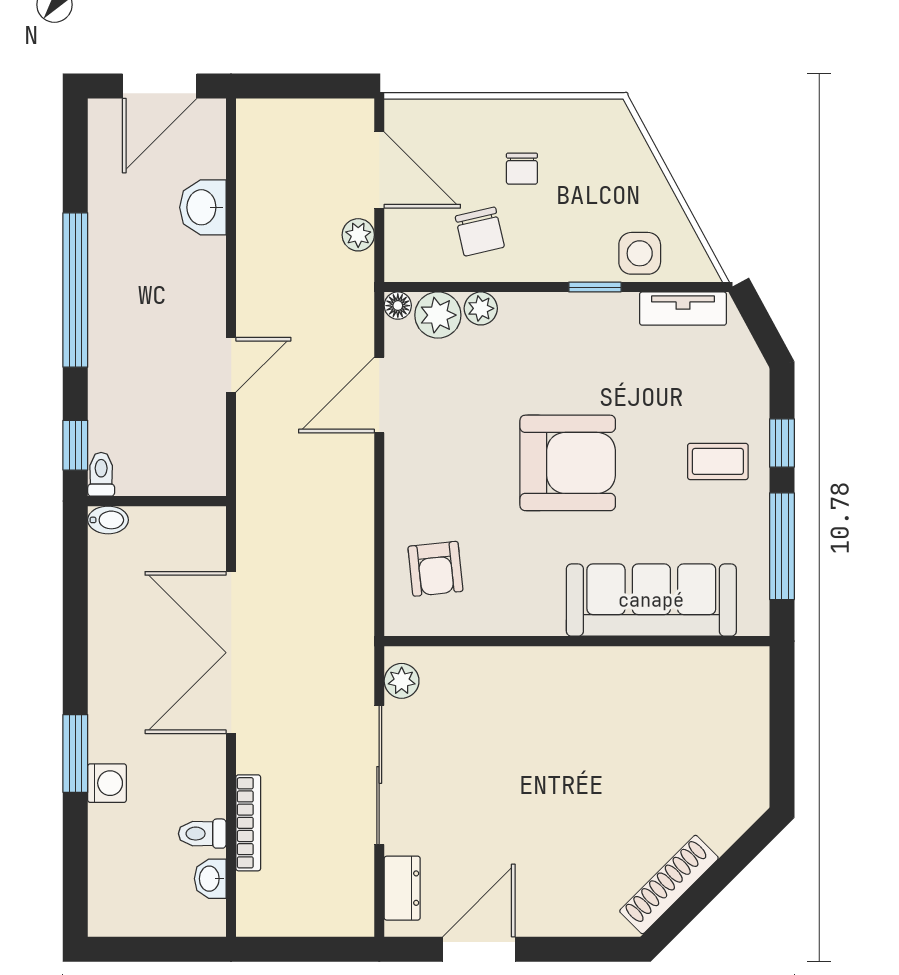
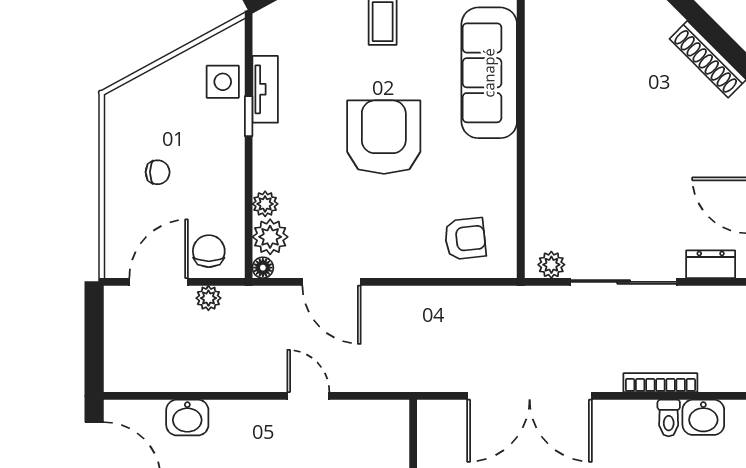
chair: (480, 232) -> (209, 251), moved, turned -77
tv unit: (683, 309) -> (265, 89), moved
washbasin: (210, 879) -> (703, 417), width x1.38, depth x1.45

